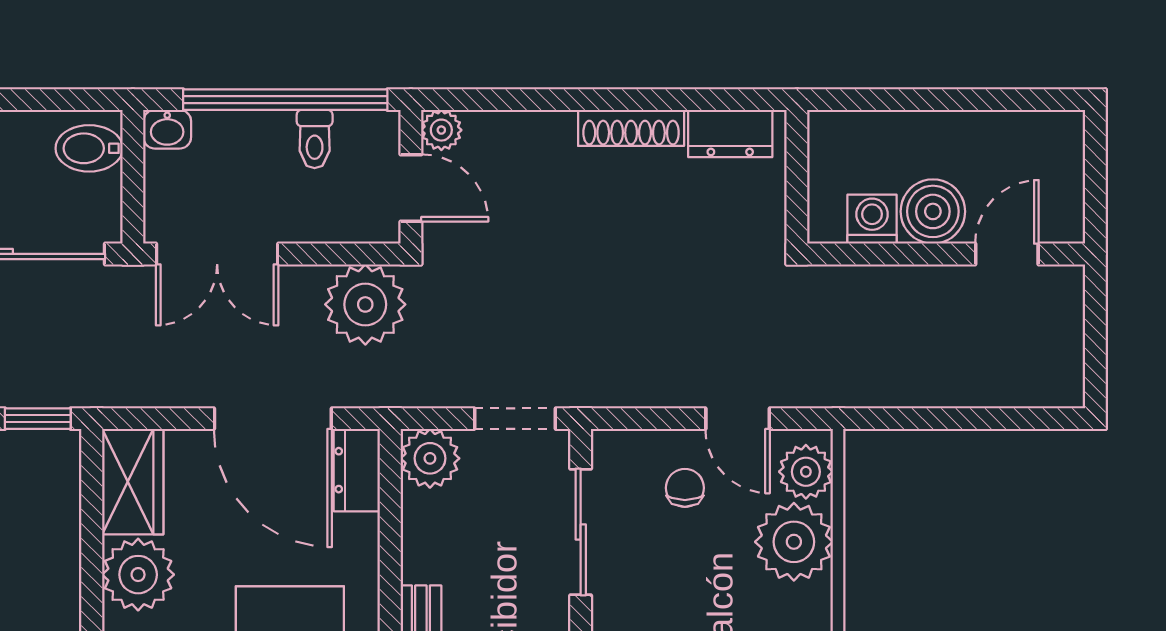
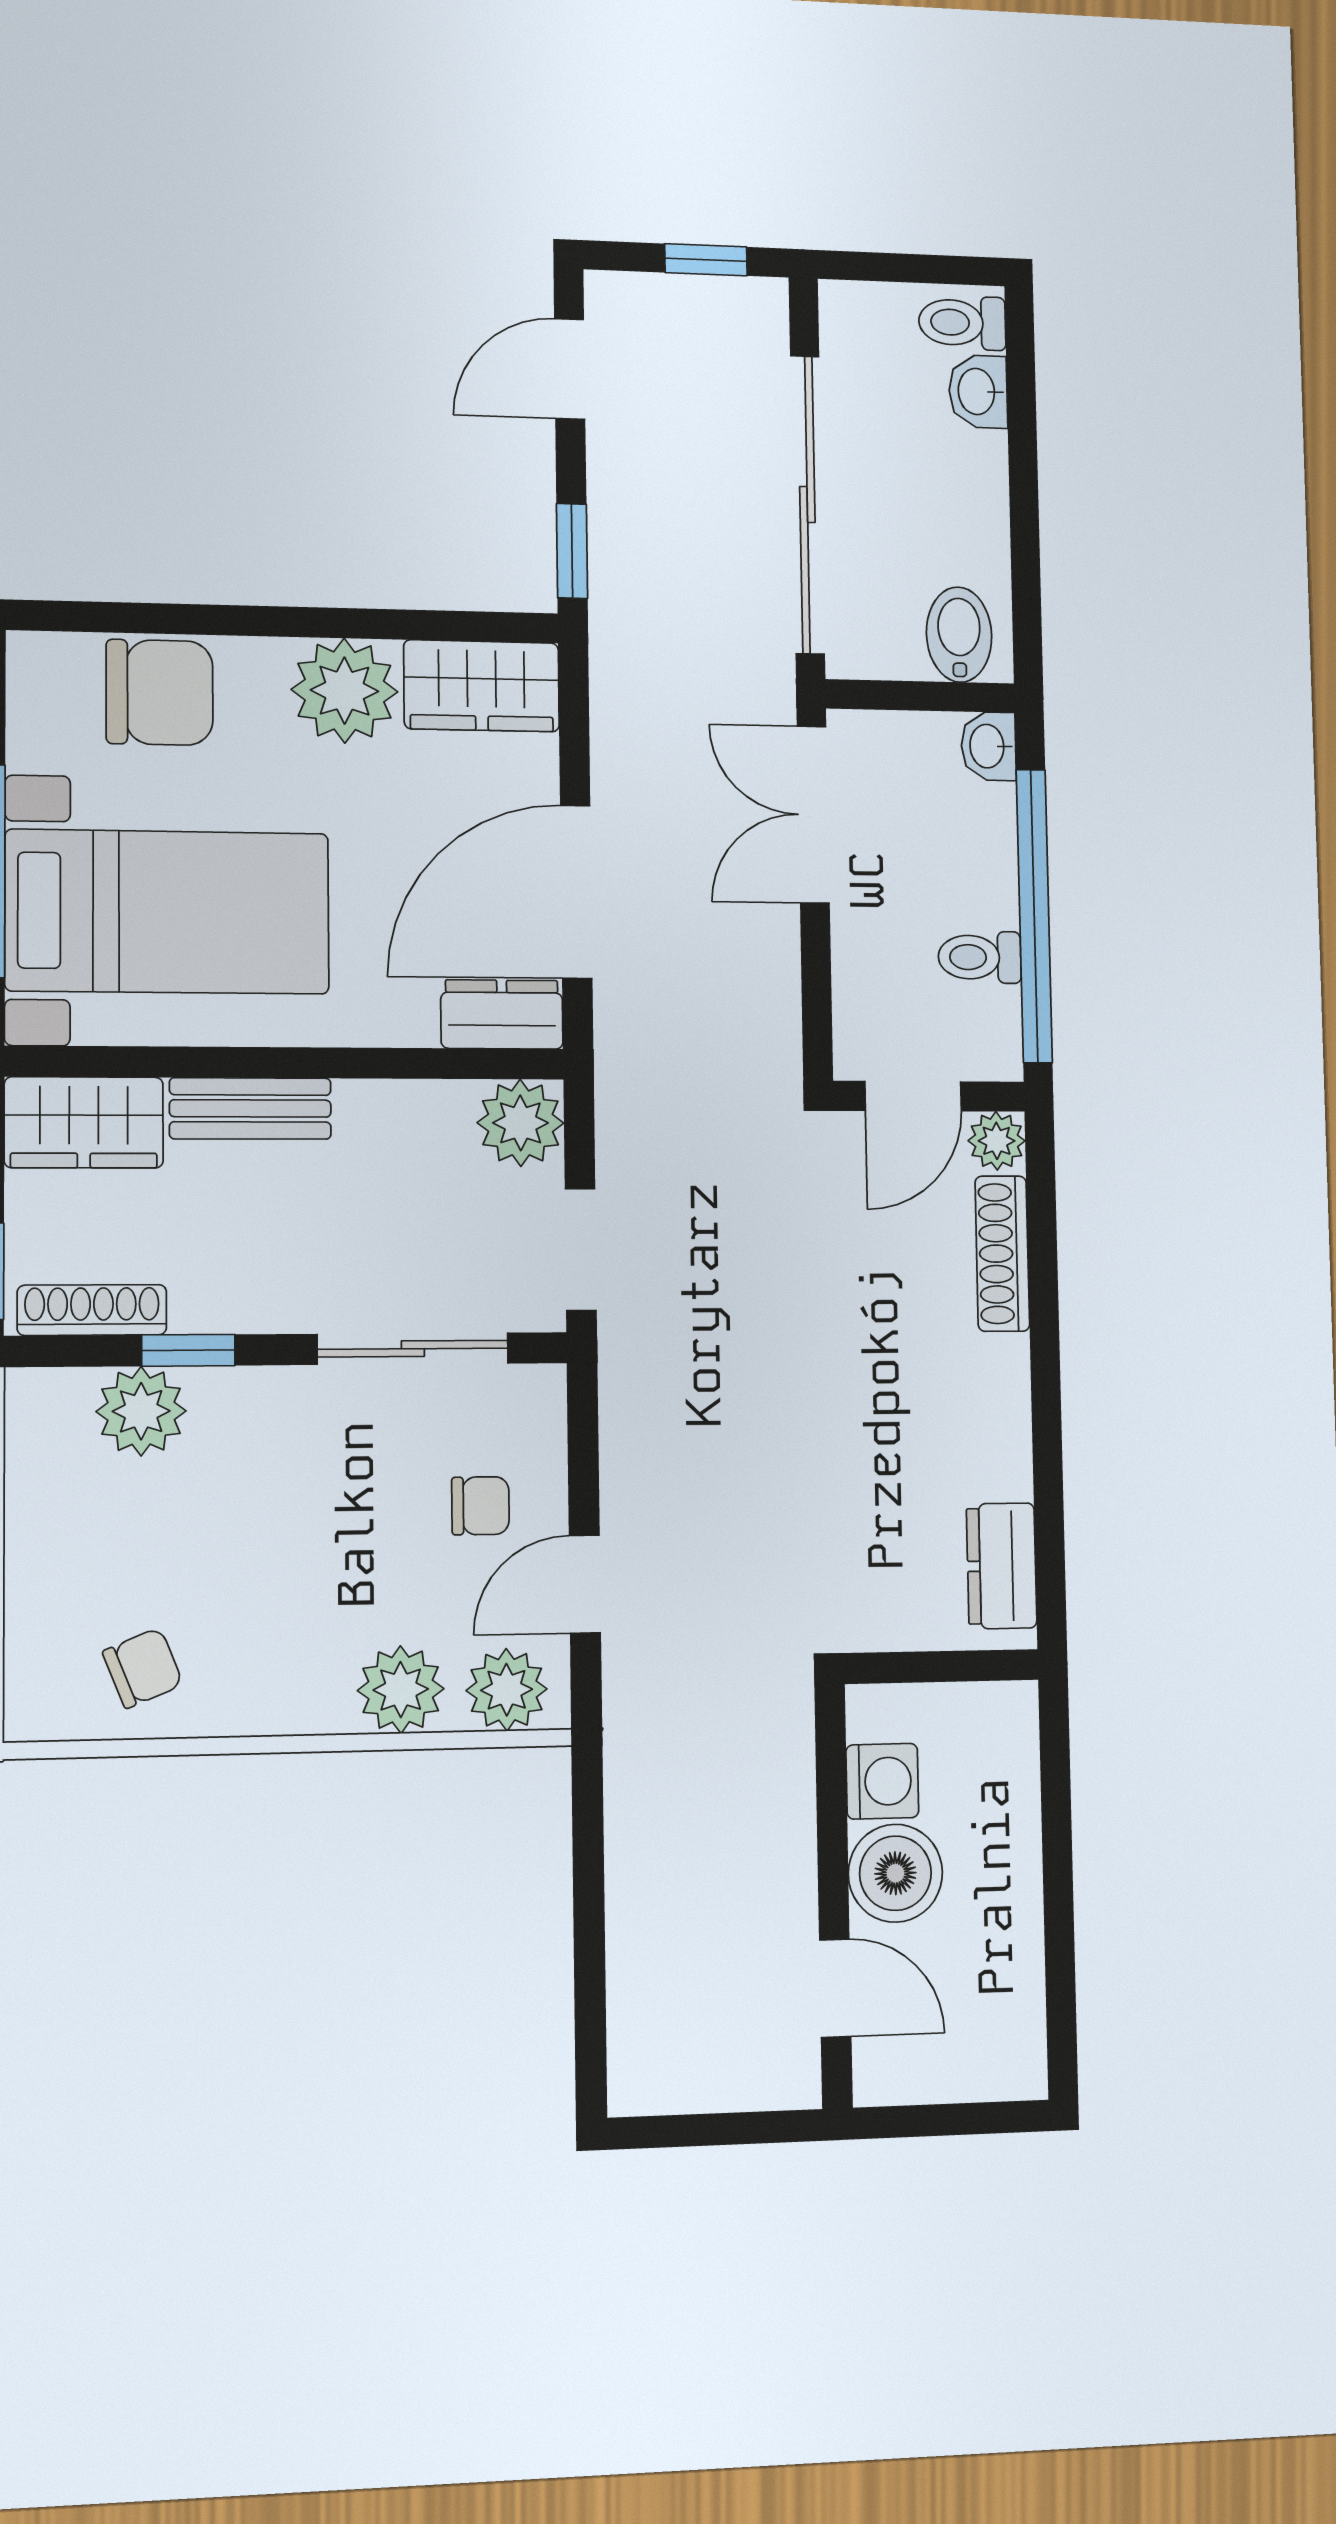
shoe rack: (631, 128) -> (1002, 1254), moved
plant: (365, 304) -> (744, 1029), removed
plant: (794, 542) -> (401, 1690), width x0.73, depth x0.73

